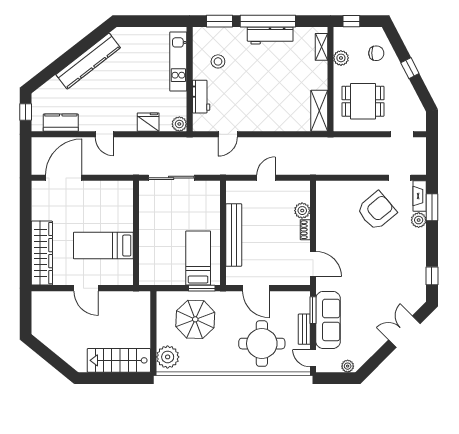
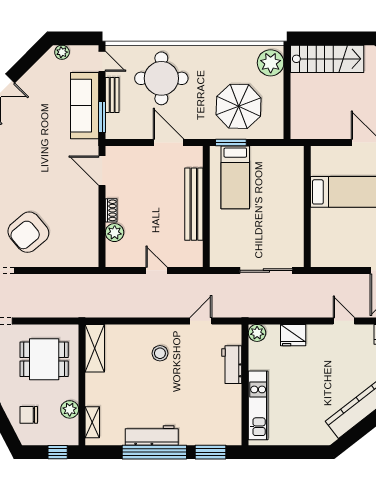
stool: (218, 61) -> (160, 353), moved
door: (266, 178) -> (157, 270), swing flipped

